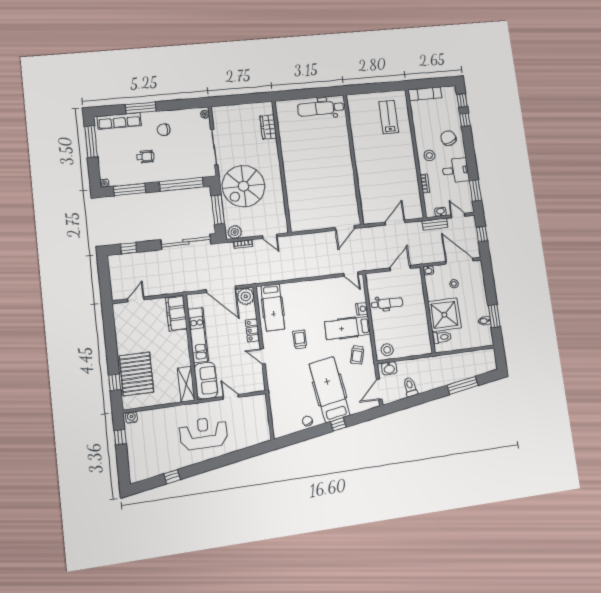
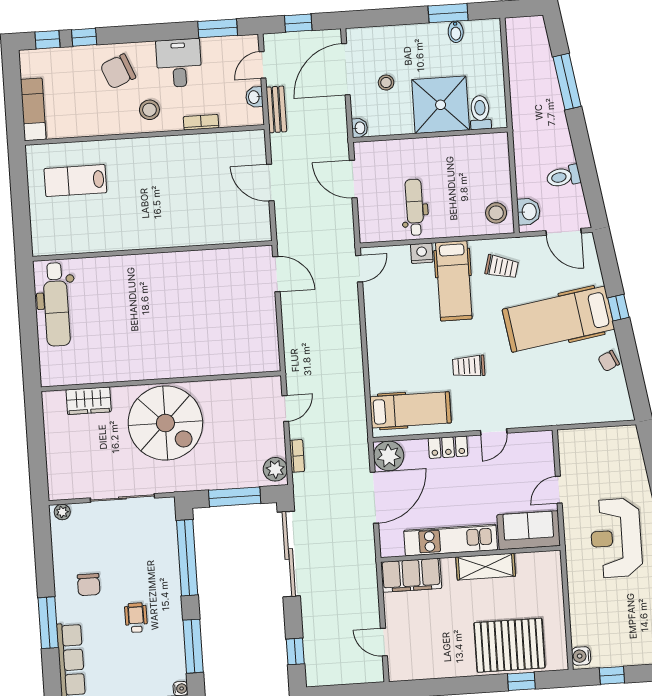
spiral stairs: (243, 186) -> (165, 423), moved
shelving: (186, 384) -> (486, 567), moved

